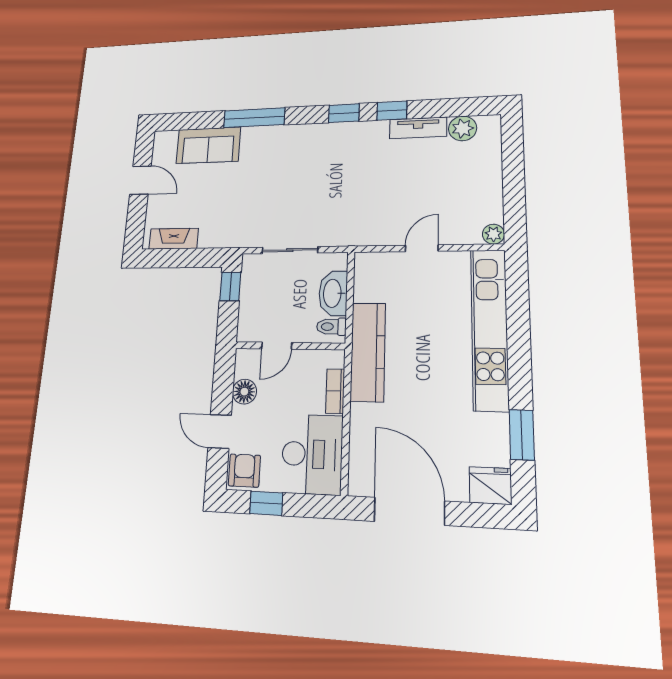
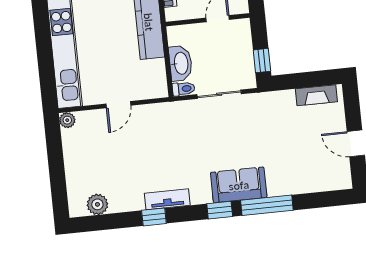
window: (344, 113) -> (220, 210), moved
tv unit: (418, 128) -> (167, 199), moved
sofa: (208, 145) -> (239, 185), moved
toilet: (331, 327) -> (184, 89), moved

